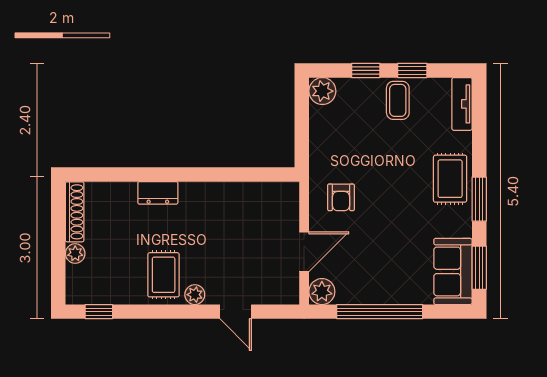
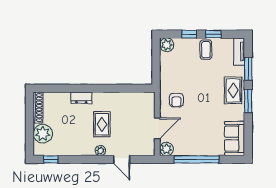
plant: (75, 254) -> (43, 134), width x1.88, depth x1.88
window: (479, 268) -> (248, 69), moved
rug: (164, 275) -> (102, 124), moved

